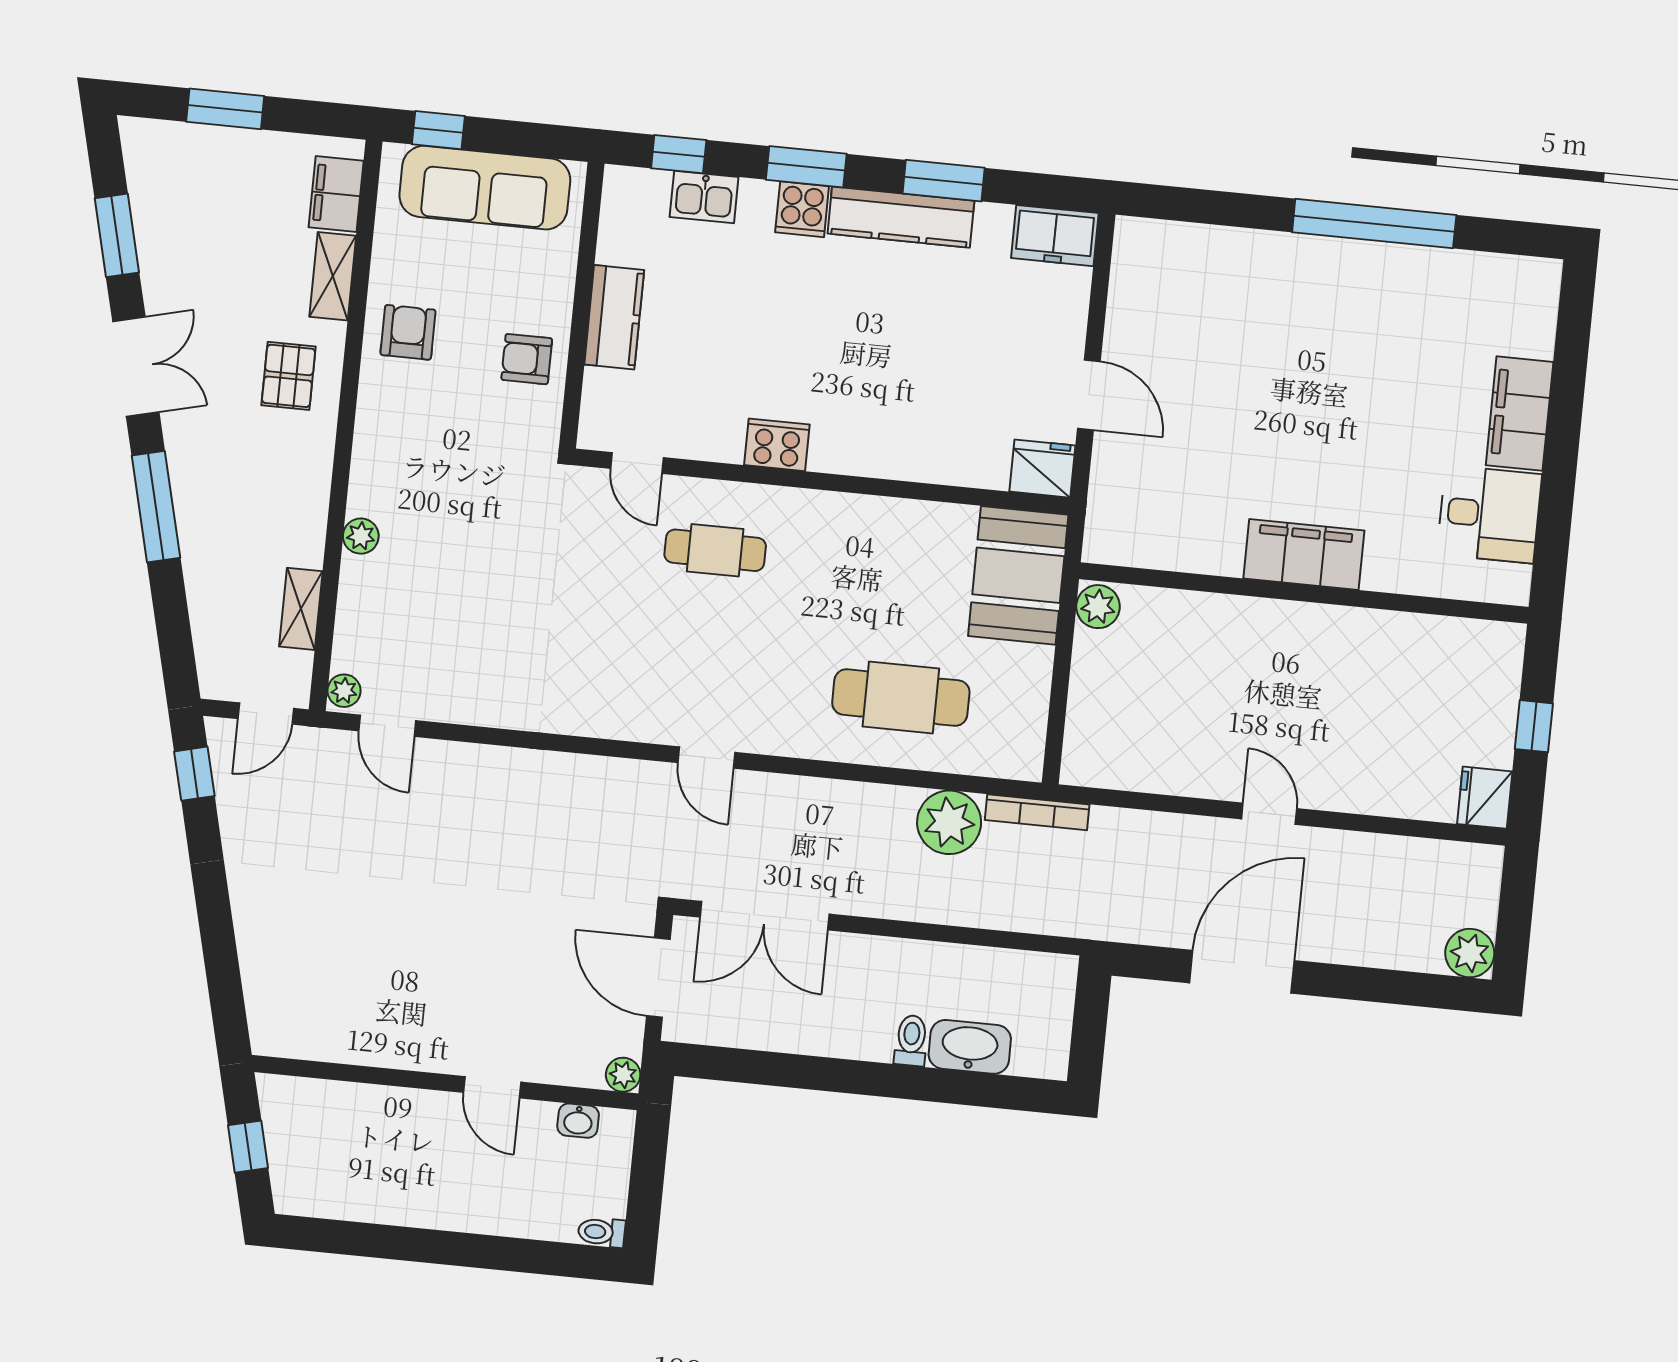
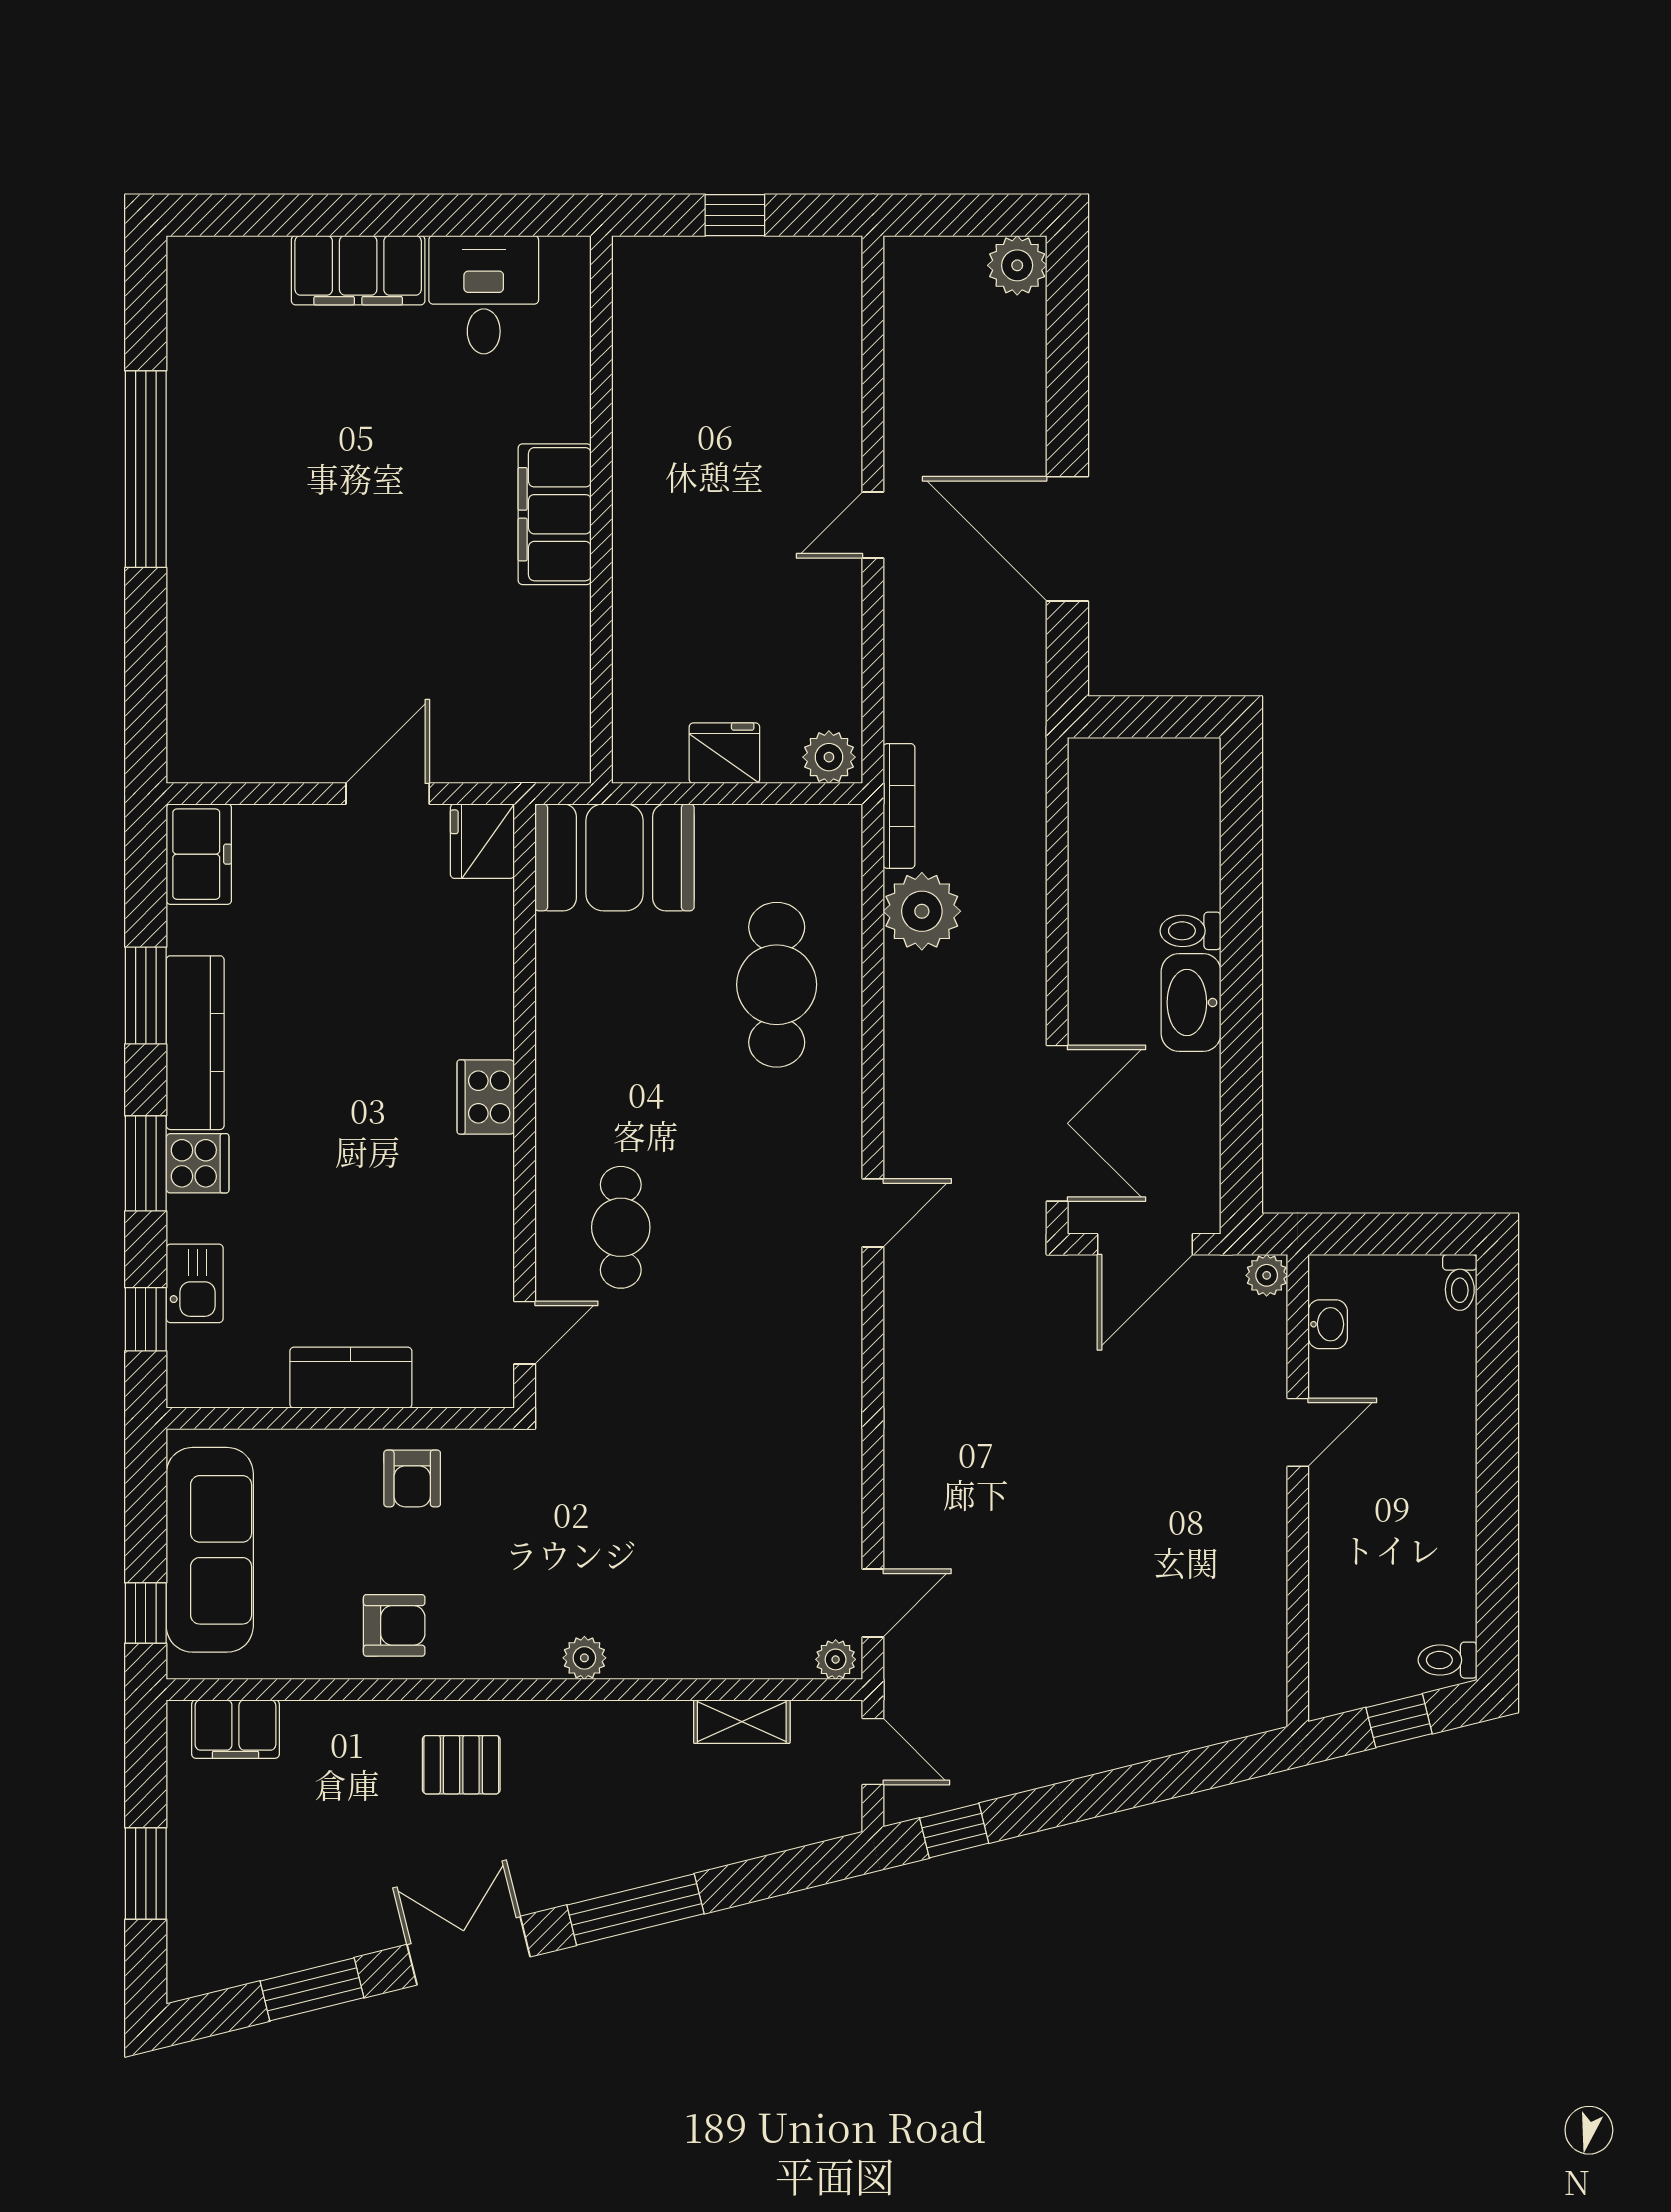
shelving: (333, 276) -> (335, 1723), removed
armchair: (408, 332) -> (394, 1625), turned 180
cooker: (777, 445) -> (486, 1097), moved
plant: (361, 536) -> (584, 1658), moved
plant: (1098, 607) -> (829, 757), moved
fridge: (1485, 798) -> (724, 753), moved, turned 180
washbasin: (970, 1047) -> (1191, 1003), moved
toilet: (294, 1191) -> (1448, 1660), added

